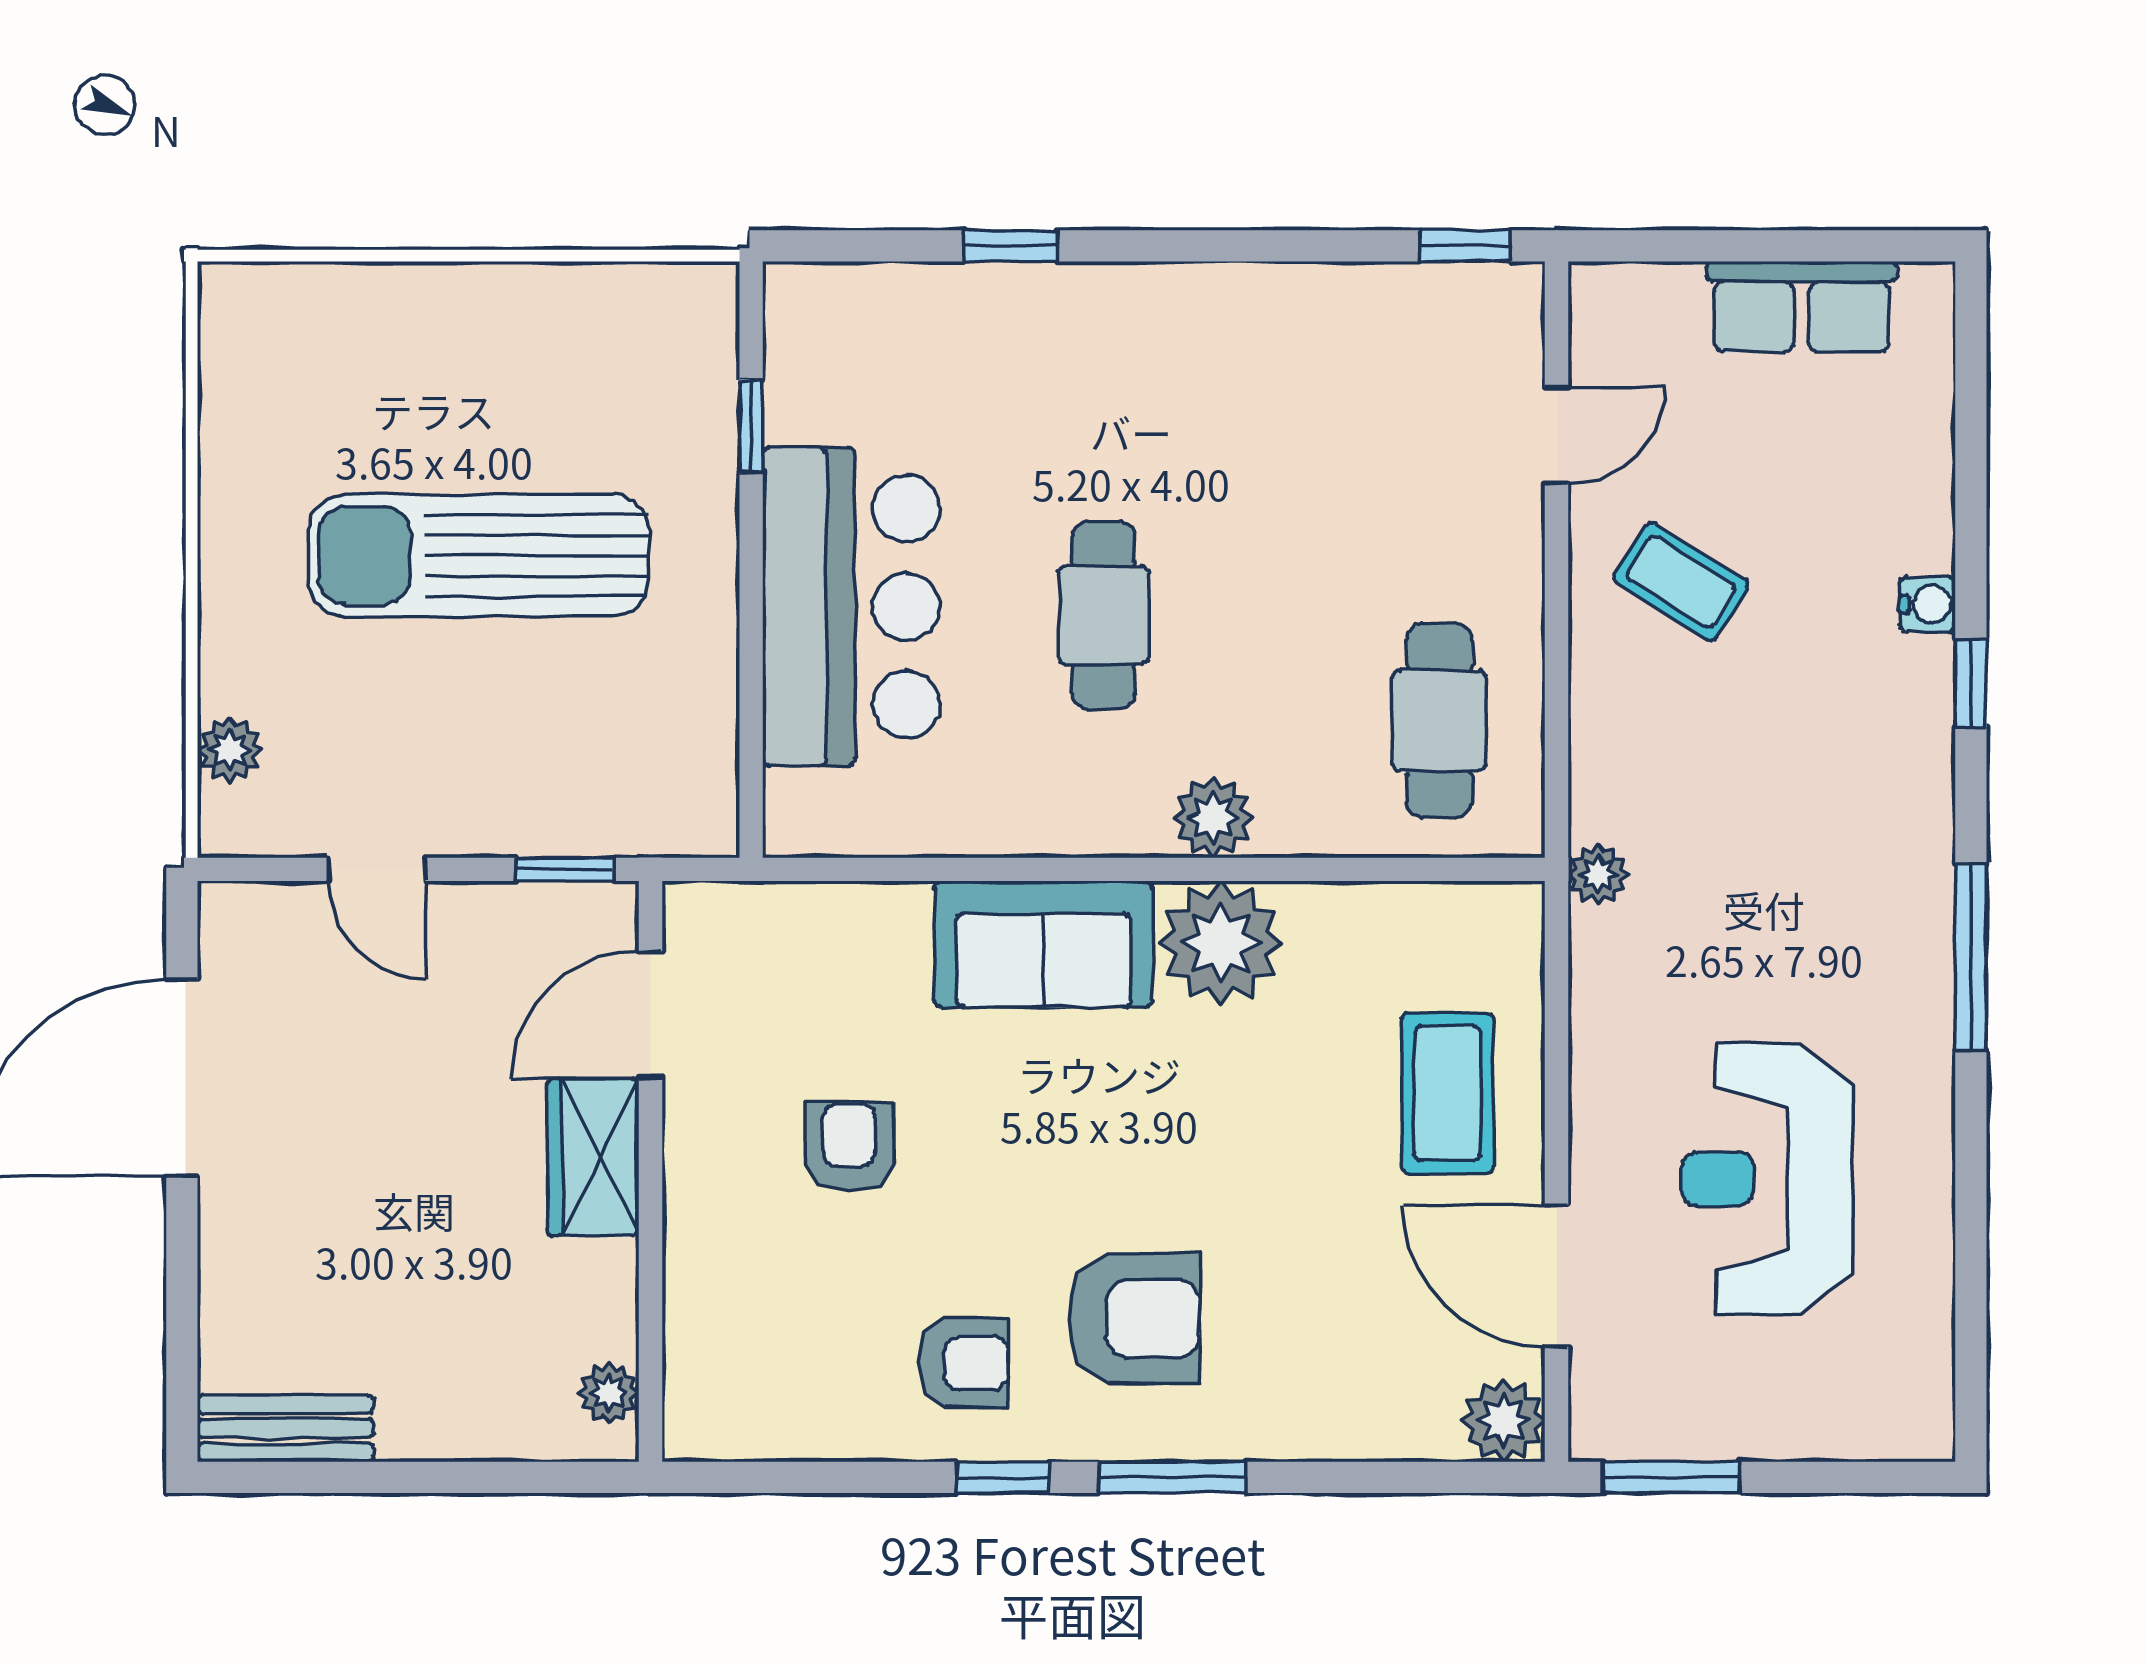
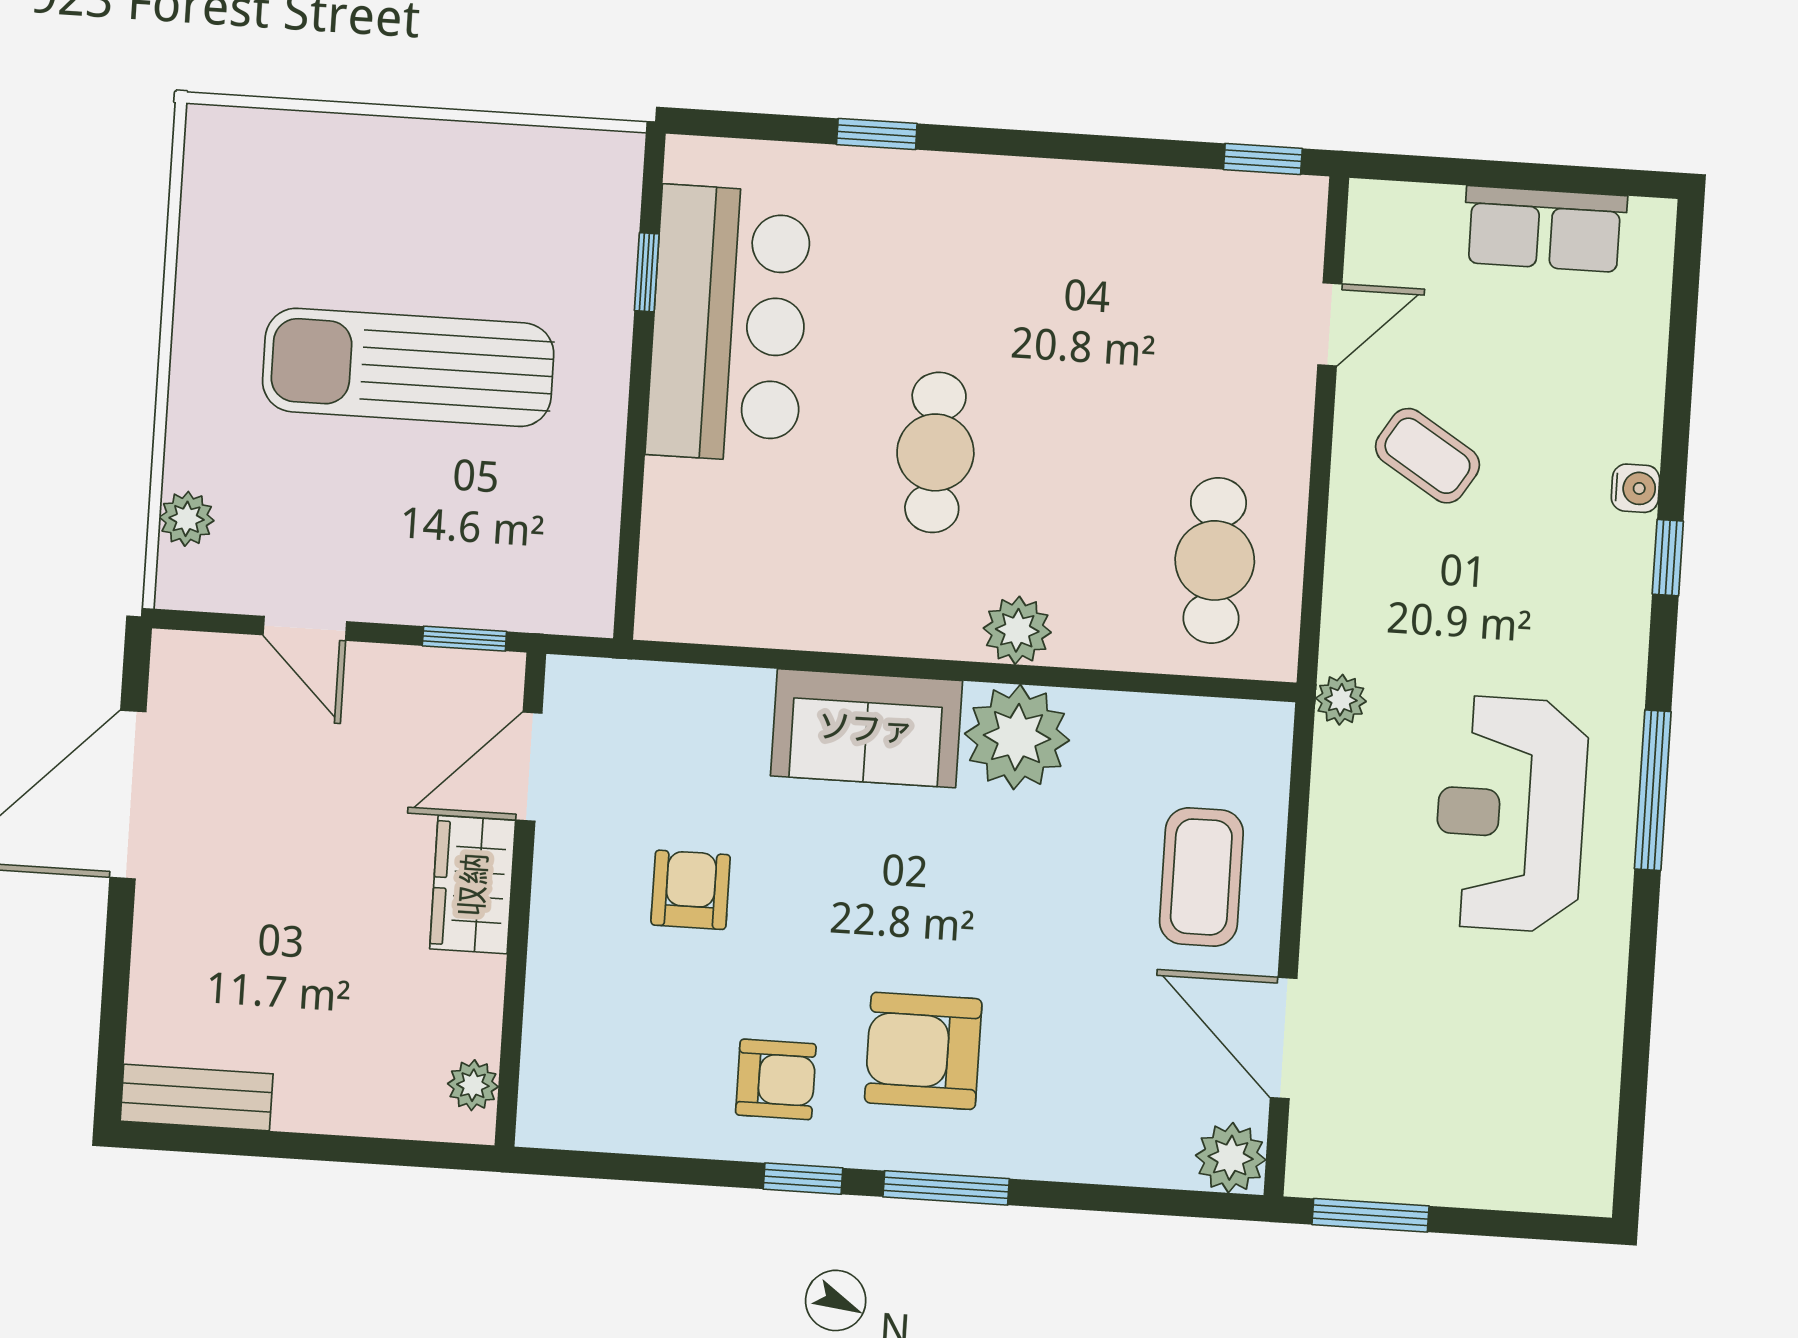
bar counter: (851, 607) -> (729, 324), moved
reception desk: (1767, 1179) -> (1511, 814), moved
armchair: (1135, 1318) -> (923, 1051), turned 180

